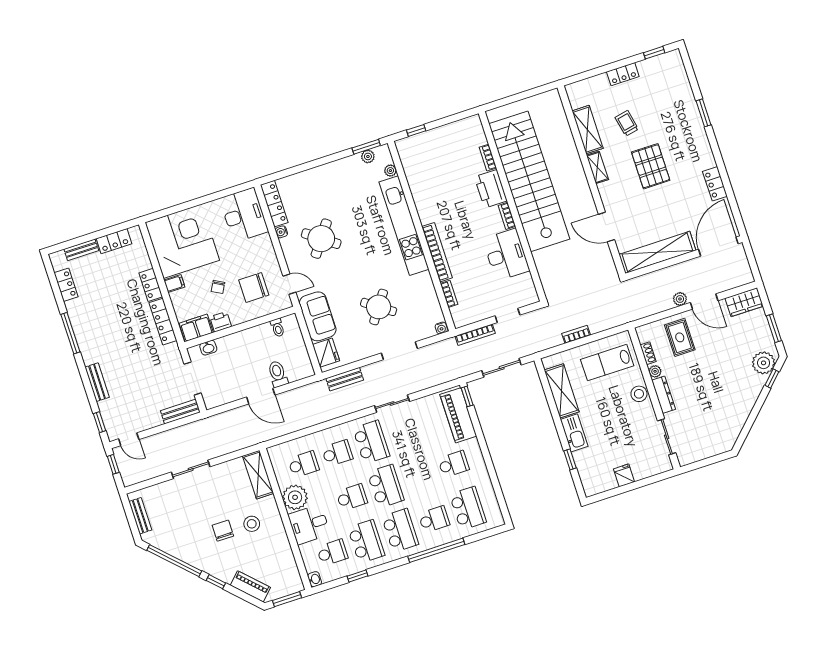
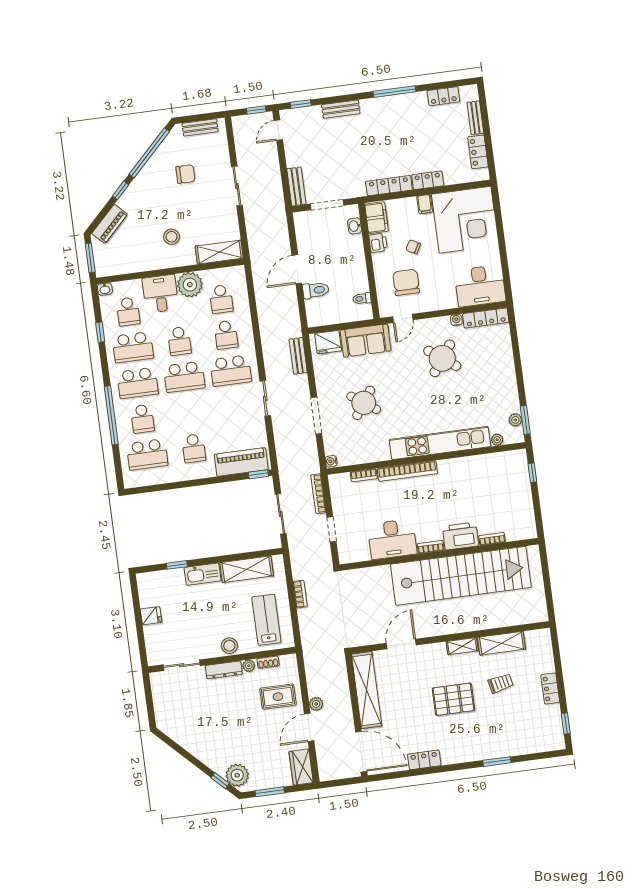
chair: (223, 531) -> (185, 174), moved

